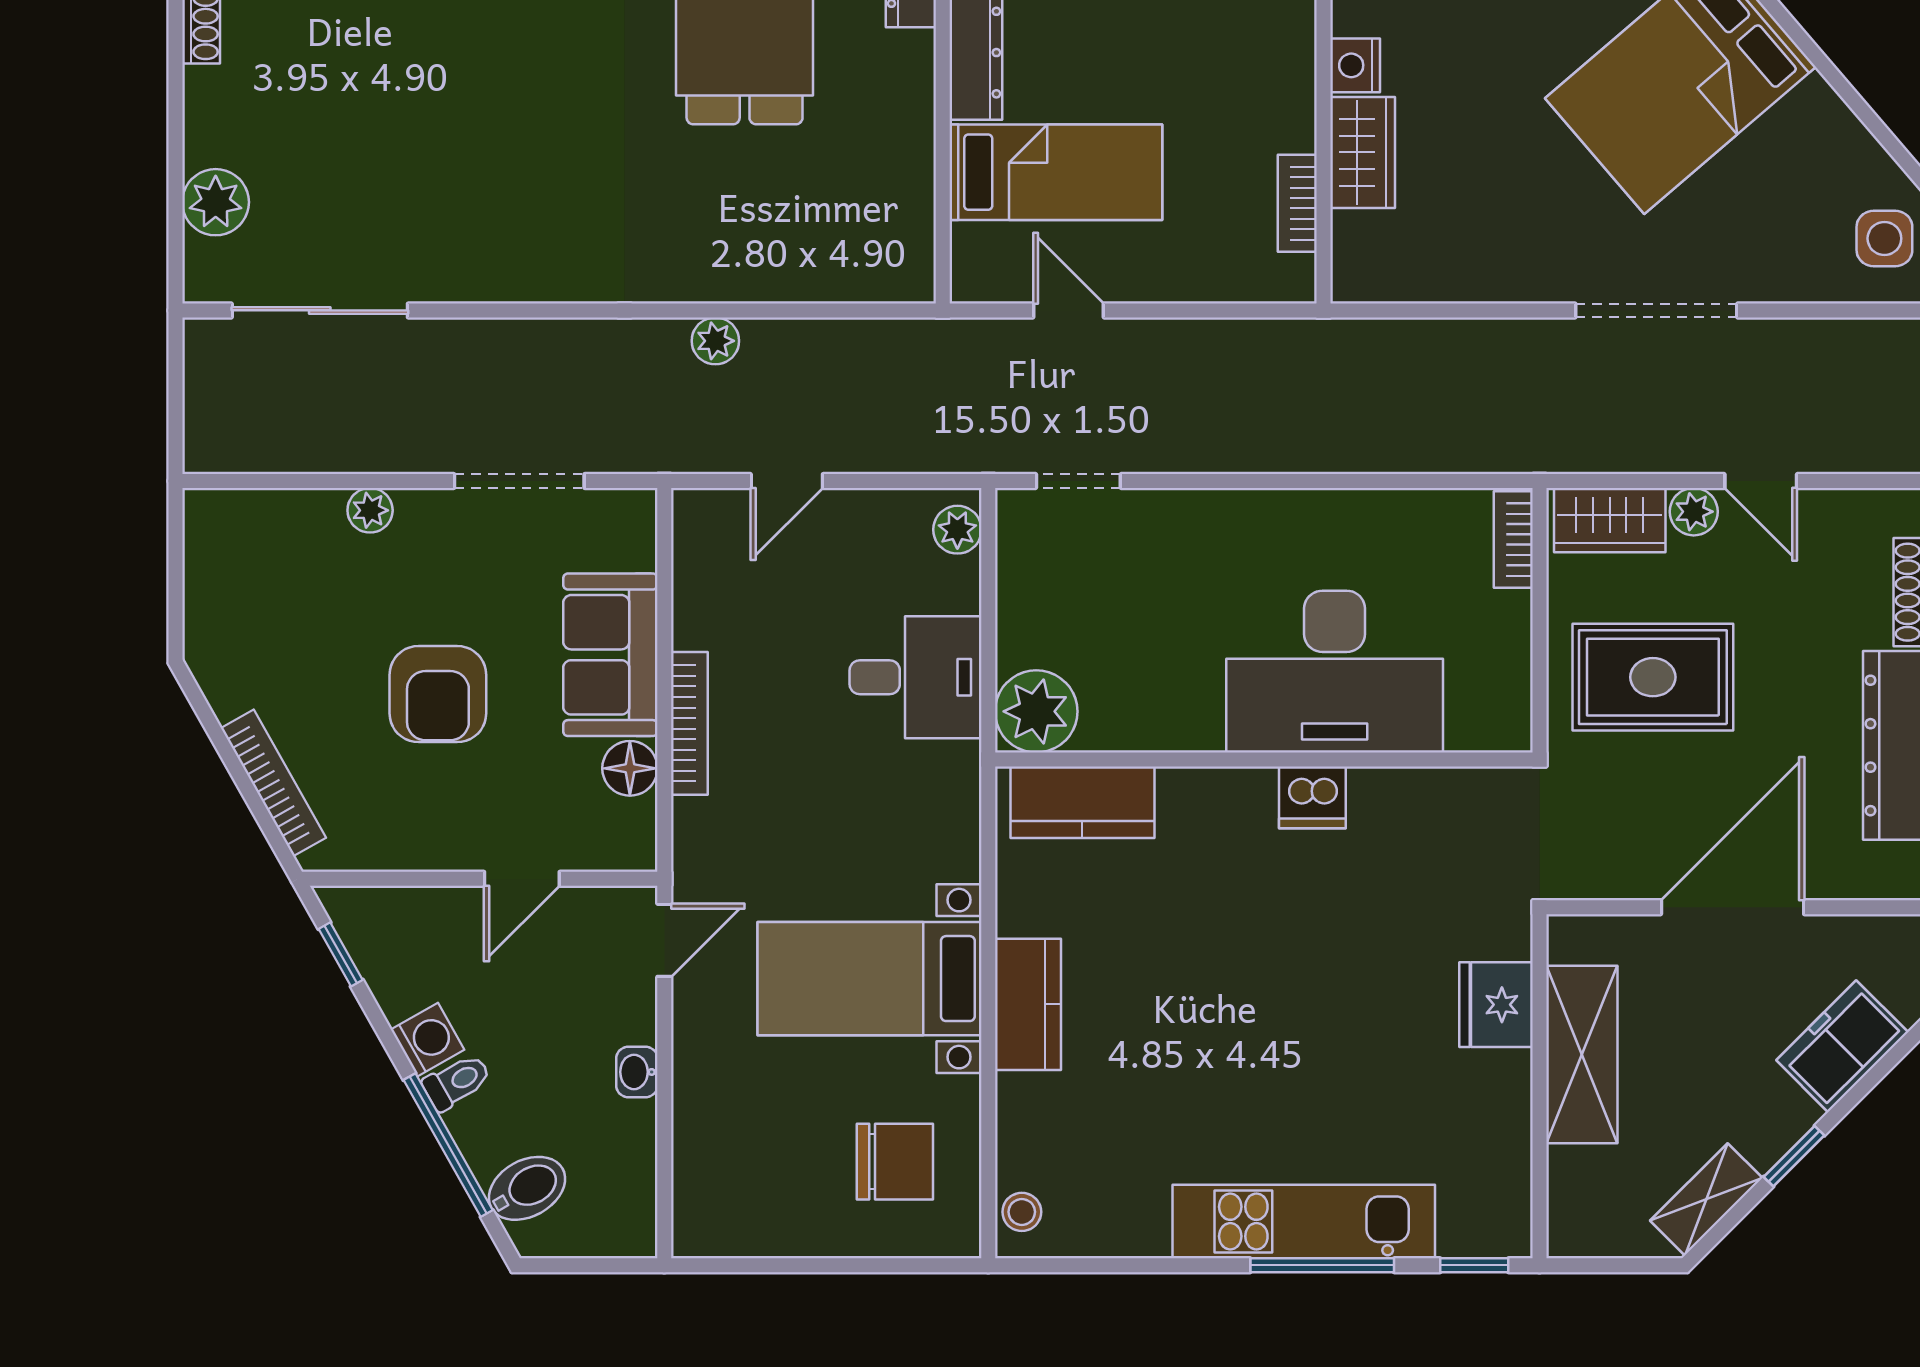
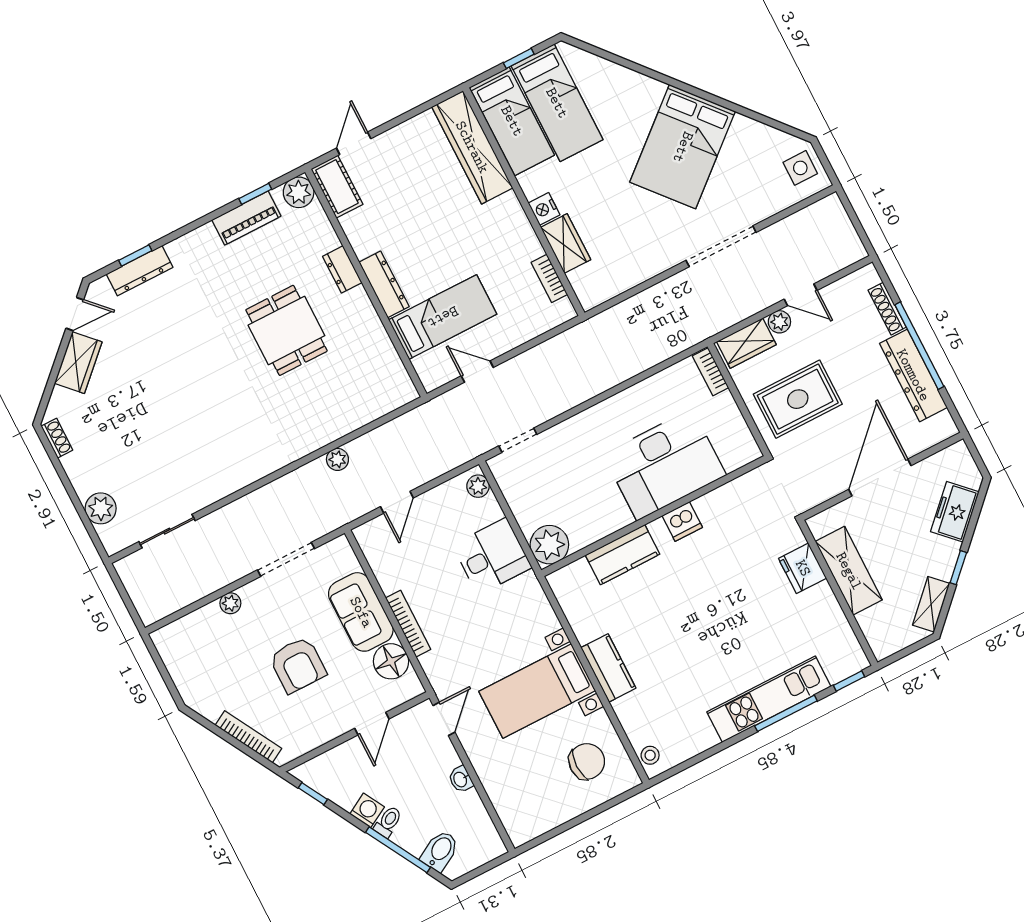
sliding door: (320, 310) -> (167, 531), width x0.73
floor lamp: (630, 768) -> (391, 661), width x1.38, depth x1.38
kitchen counter: (1082, 802) -> (623, 555), moved

